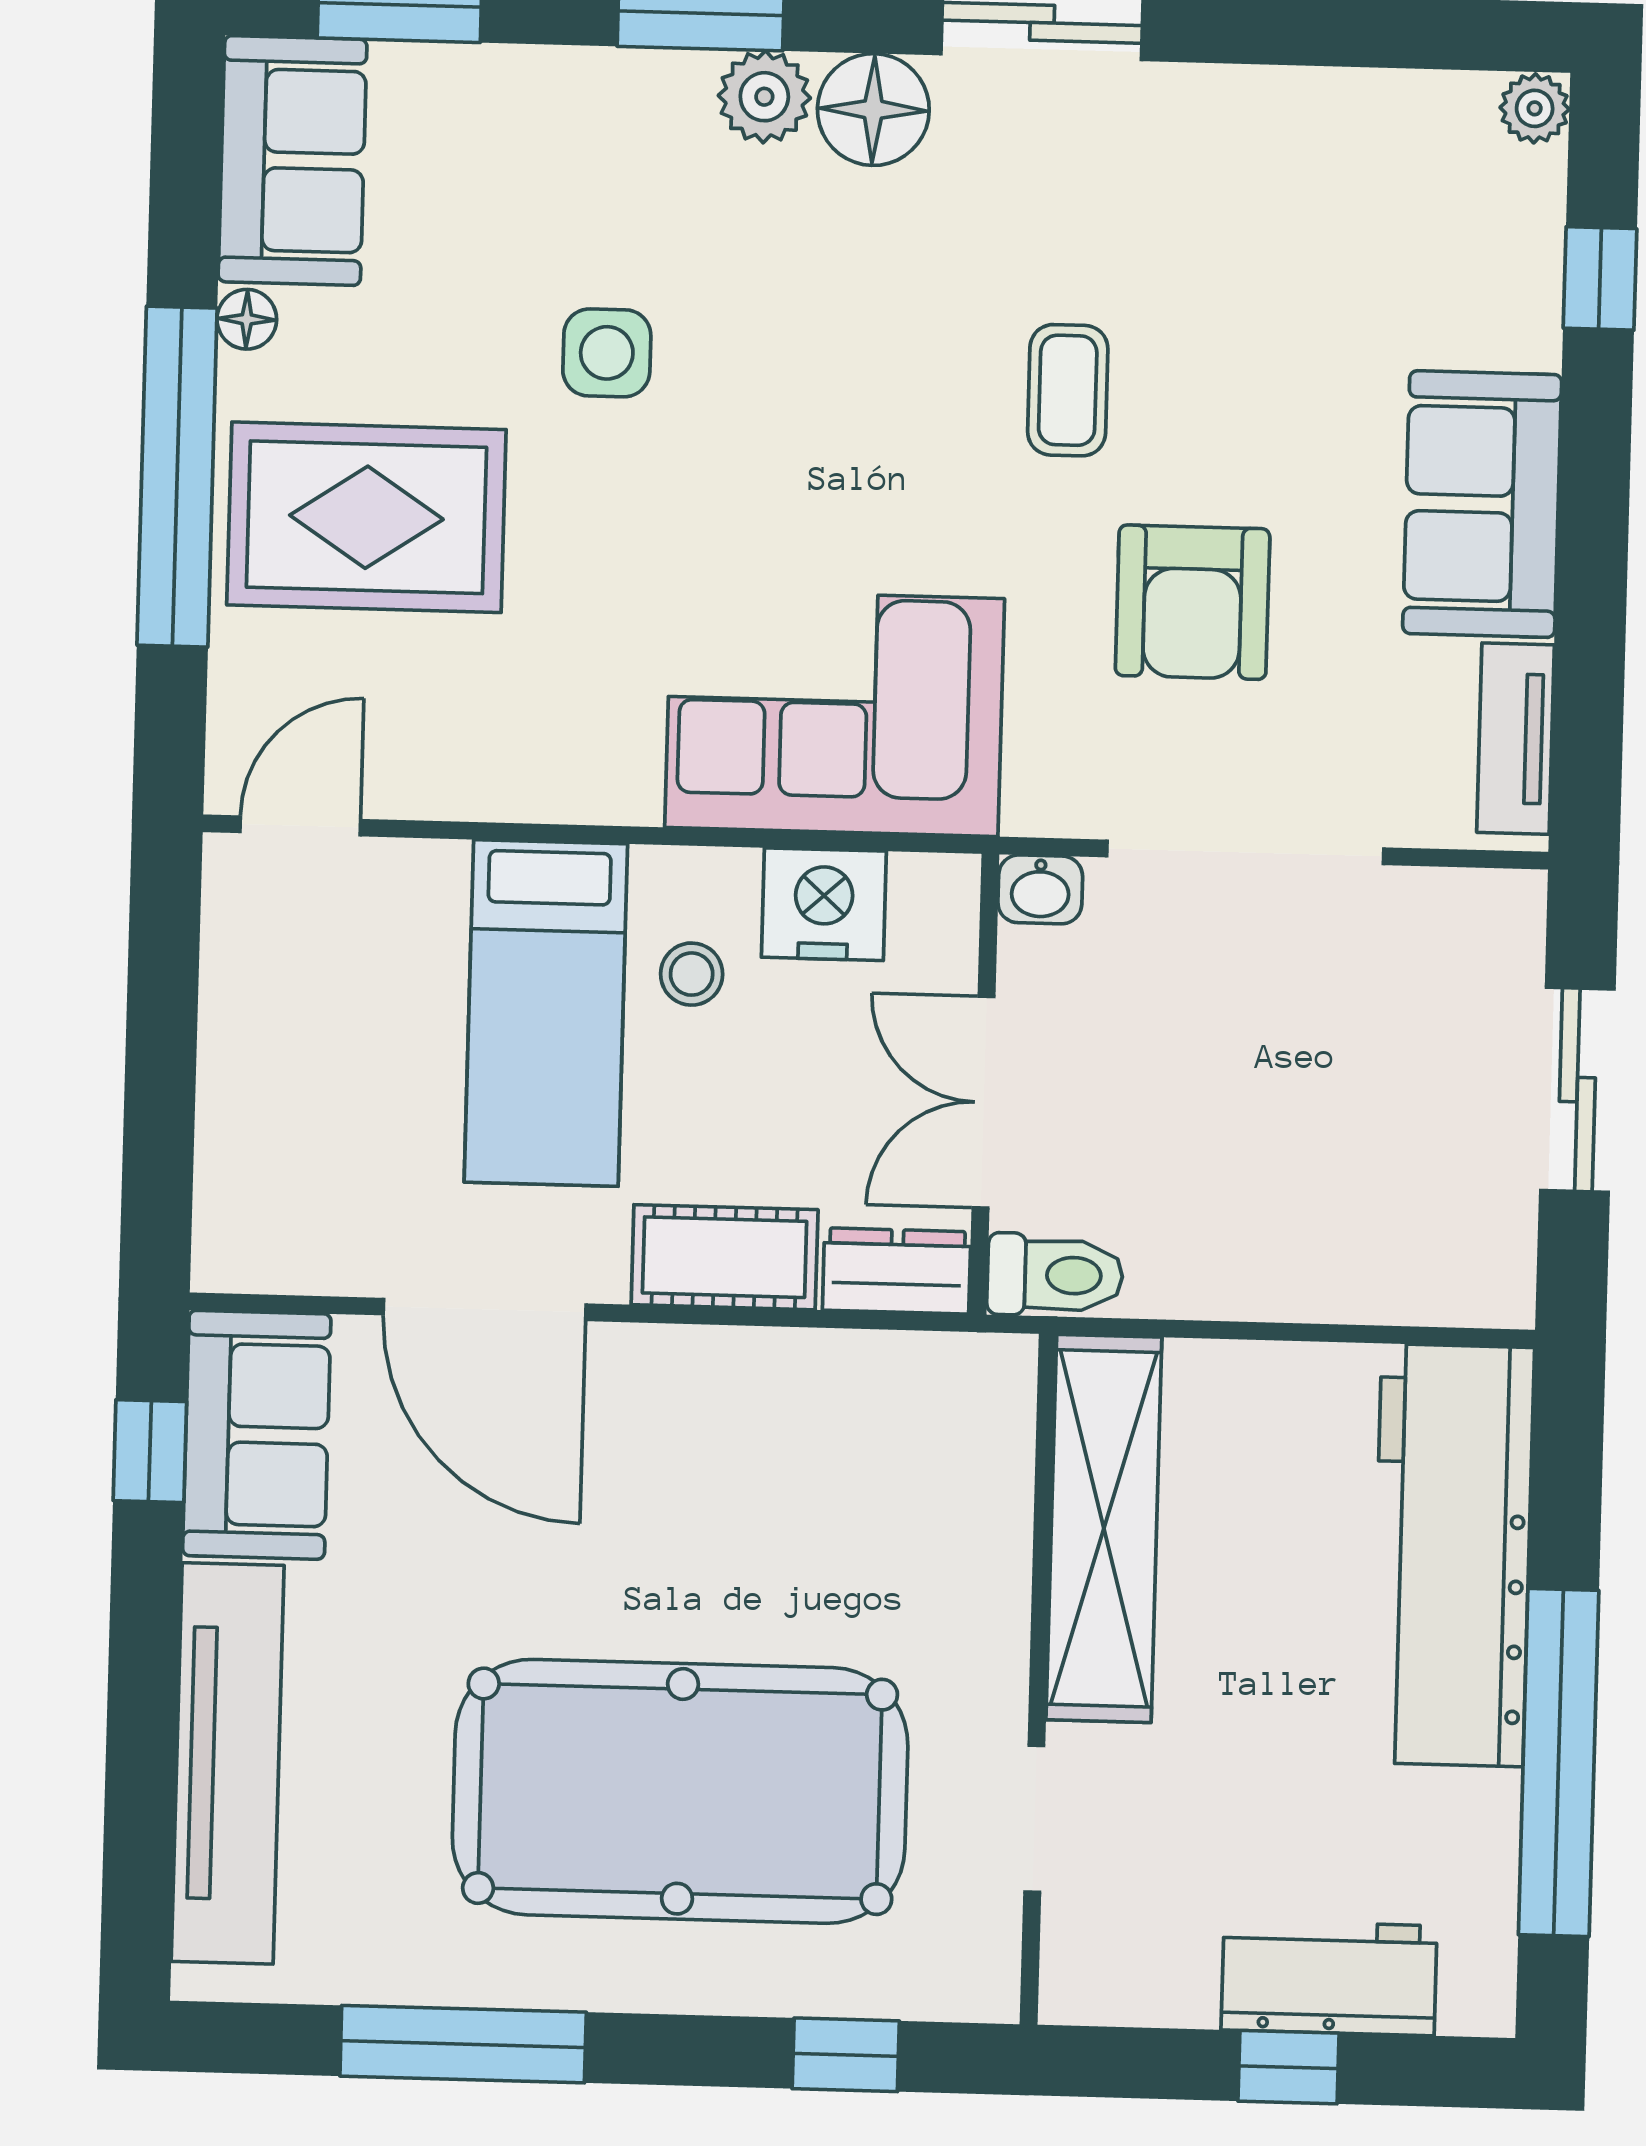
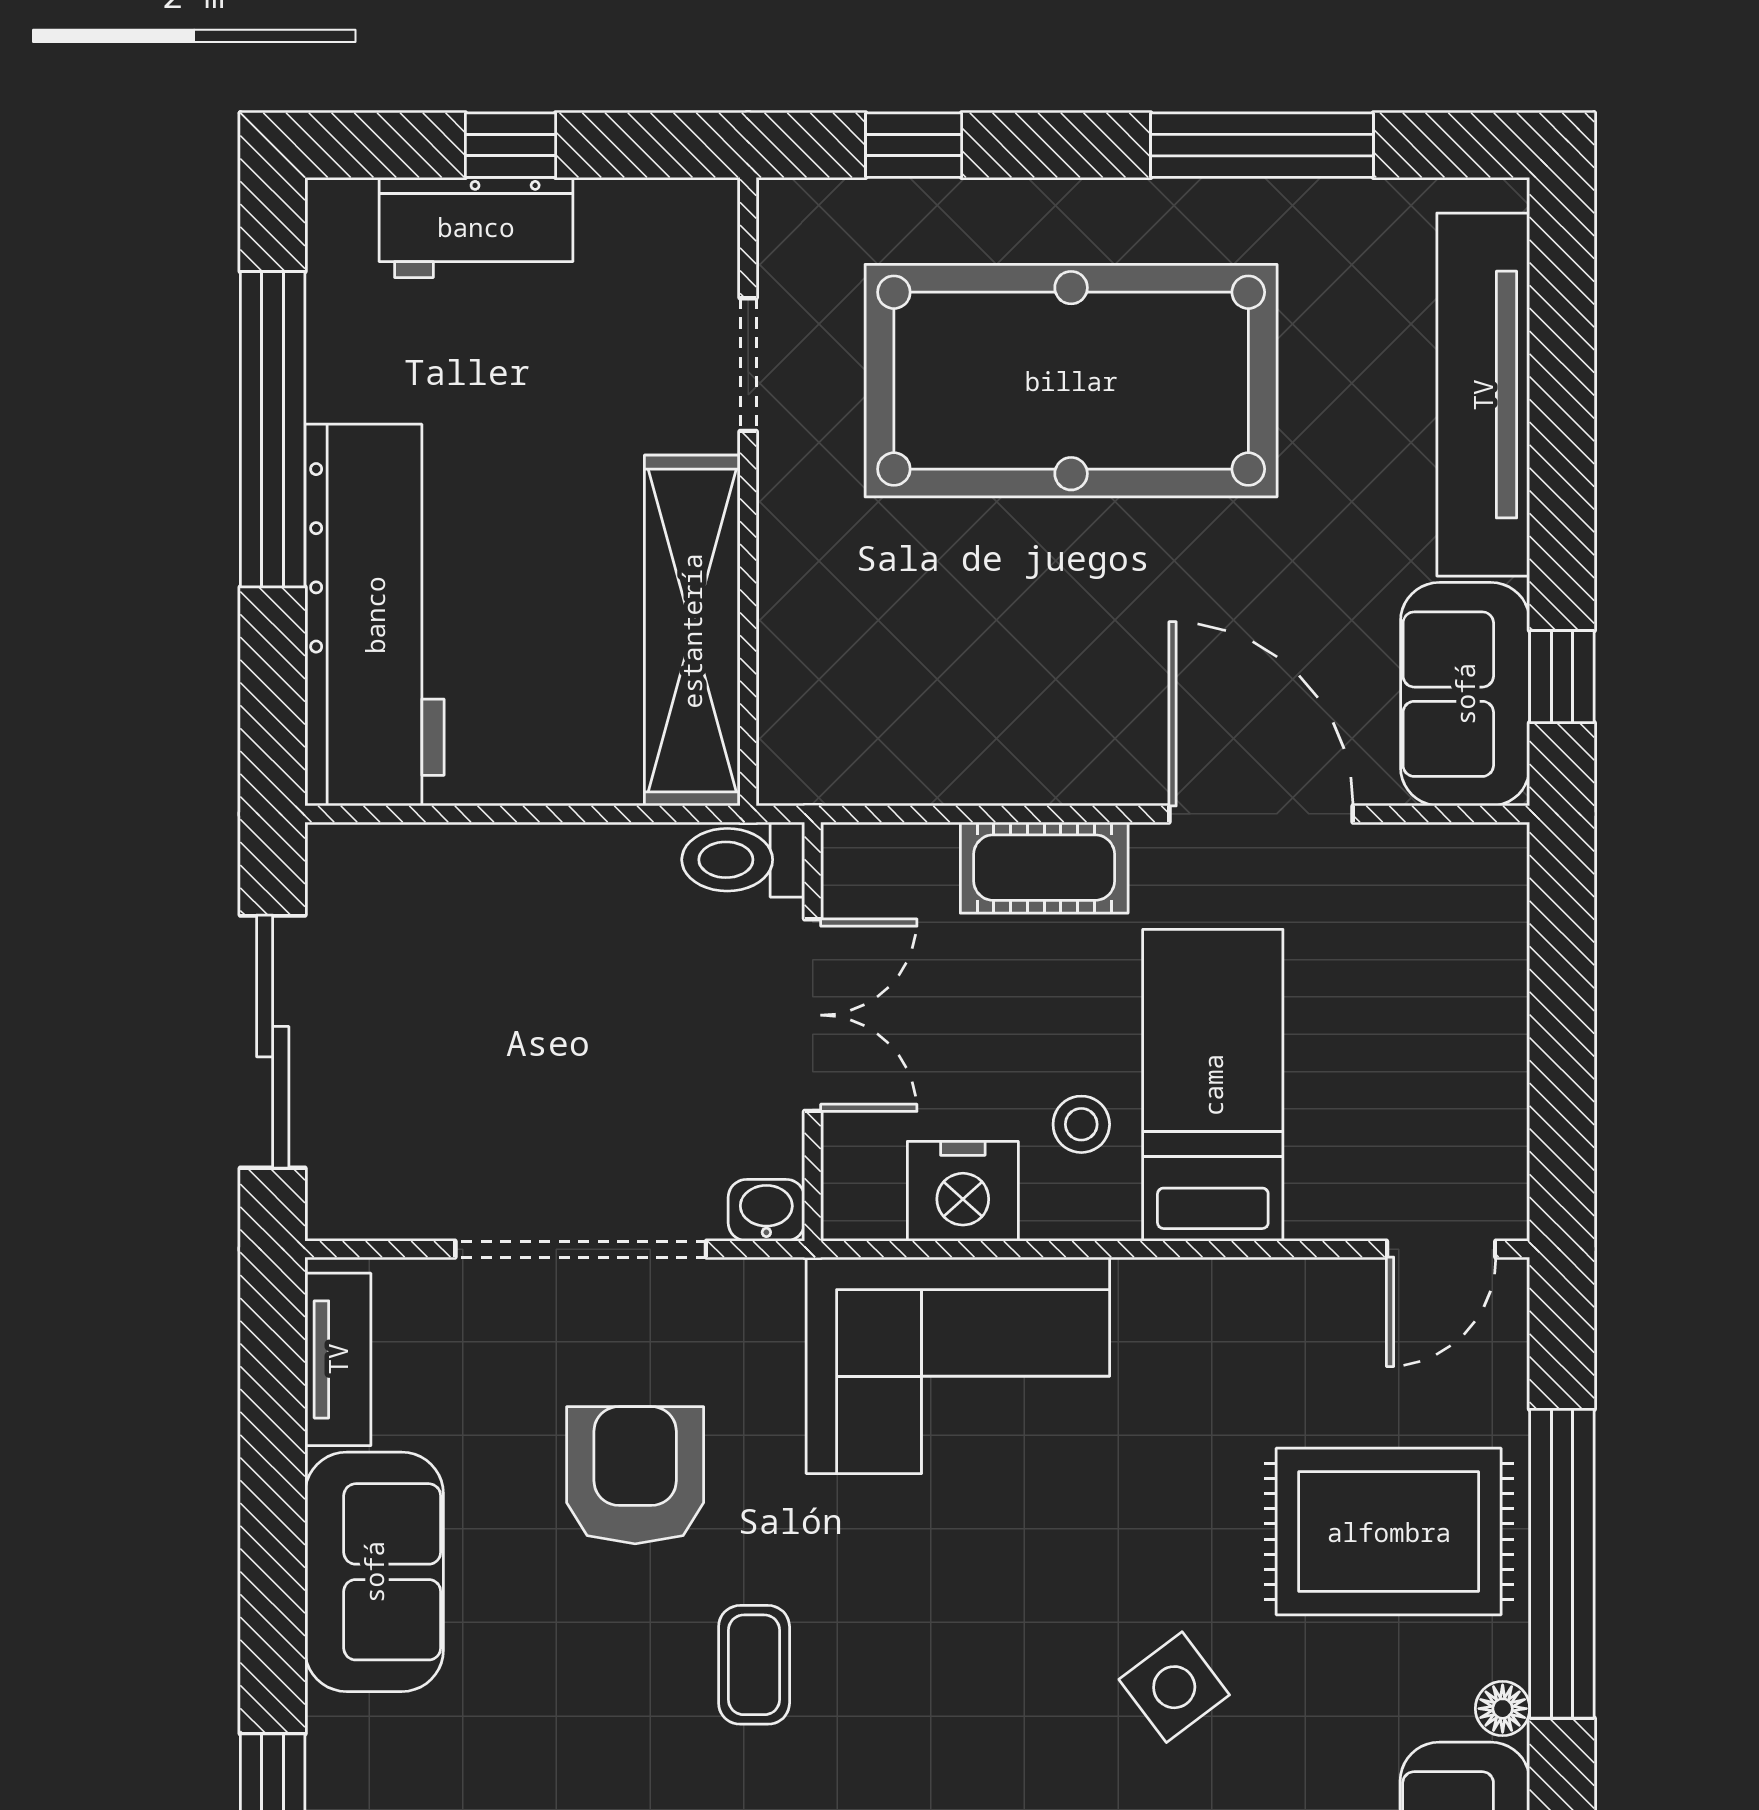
side table: (607, 353) -> (1174, 1687), turned -37
sliding door: (1577, 1090) -> (273, 1042), width x1.37
dresser: (897, 1271) -> (887, 859), removed

